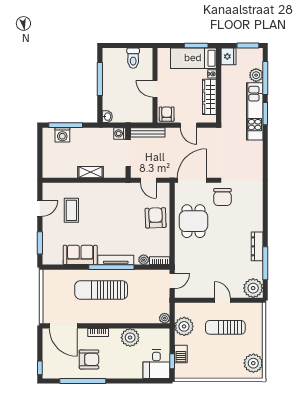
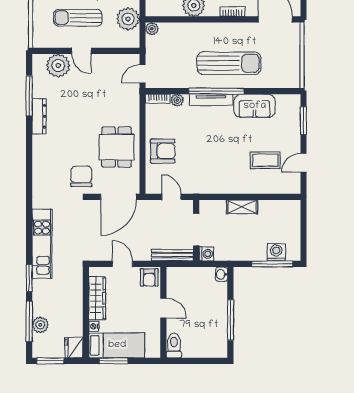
toilet: (133, 58) -> (174, 345), moved
kitchen unit: (255, 111) -> (42, 244), moved
coffee table: (71, 210) -> (265, 160), turned 90
armchair: (156, 218) -> (163, 151), turned -88
plant: (253, 288) -> (58, 66), moved
sun lounger: (225, 327) -> (78, 18), turned 180

